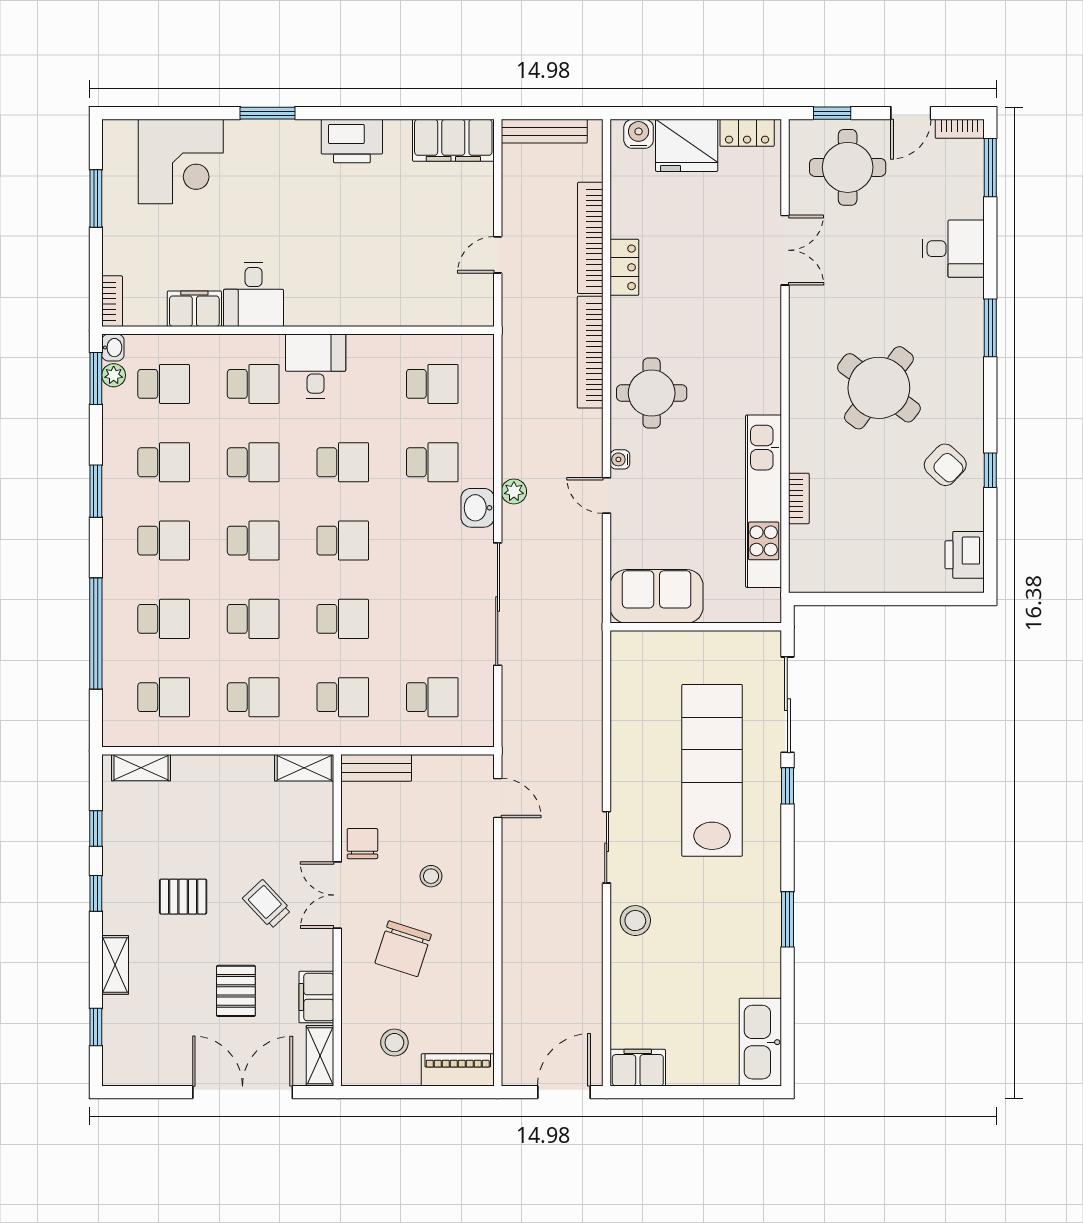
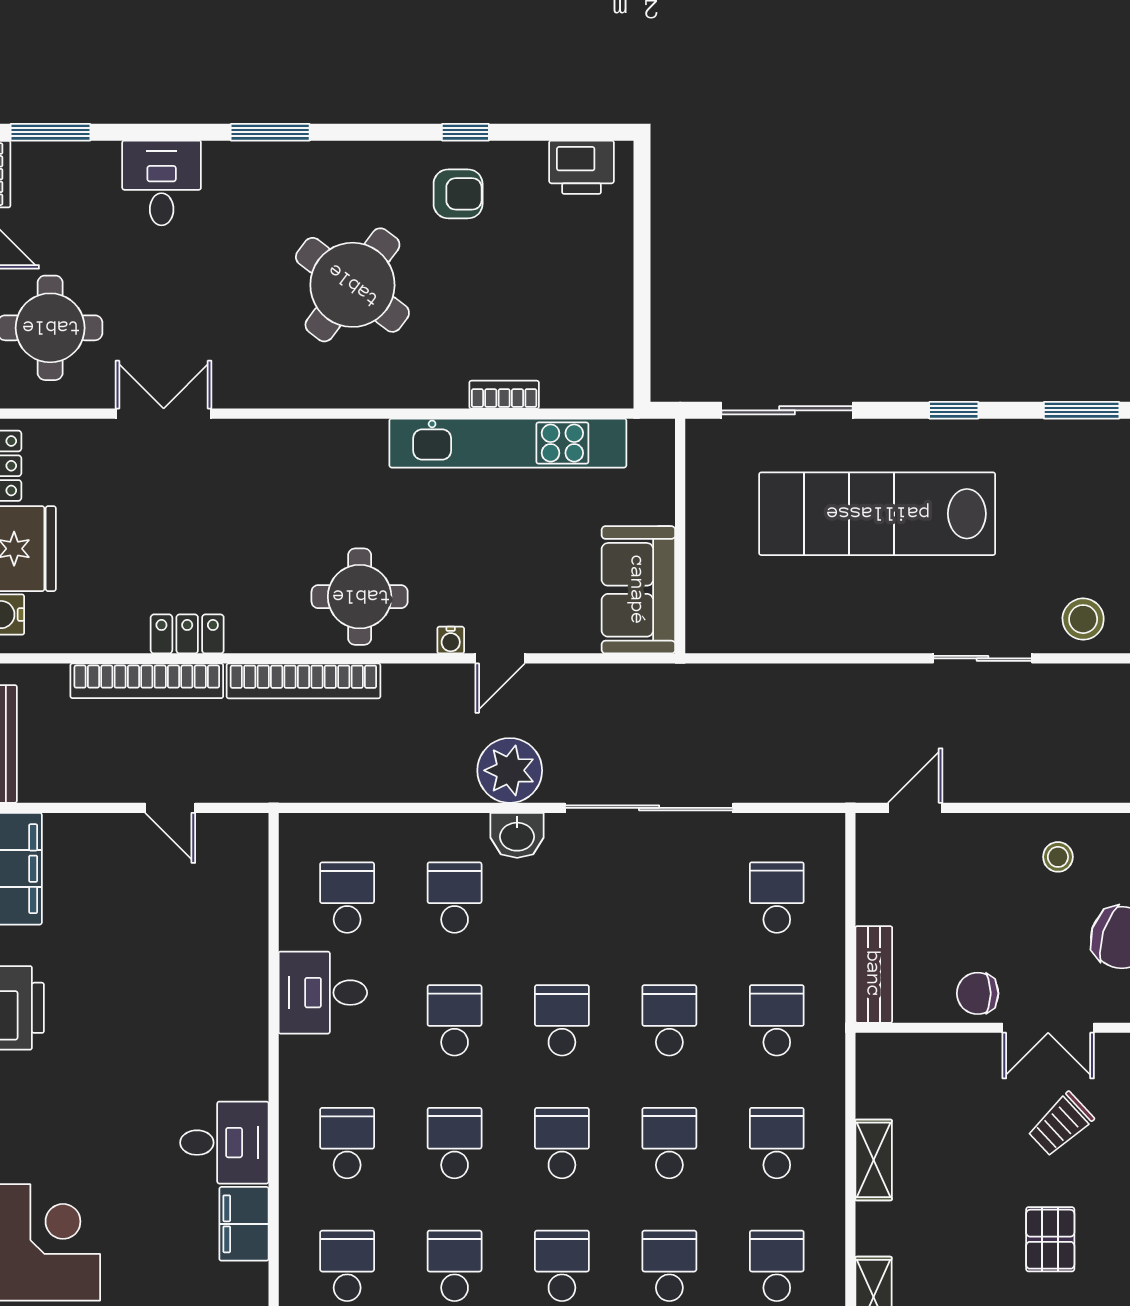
desk: (316, 366) -> (323, 993), moved
armchair: (945, 465) -> (458, 194), turned 47
plant: (514, 491) -> (510, 770), width x1.88, depth x1.88
shelving: (304, 768) -> (874, 1160), moved
window: (787, 786) -> (954, 410), moved
stool: (431, 876) -> (1058, 857), moved

